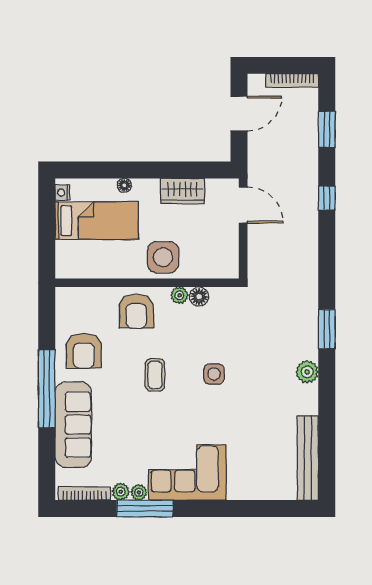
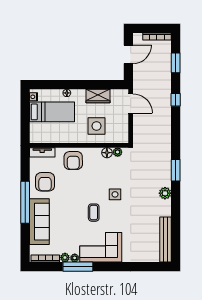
side table: (163, 257) -> (97, 126), moved
plant: (179, 295) -> (118, 152), moved
tv unit: (79, 296) -> (42, 152), added
coffee table: (155, 375) -> (94, 213), moved

